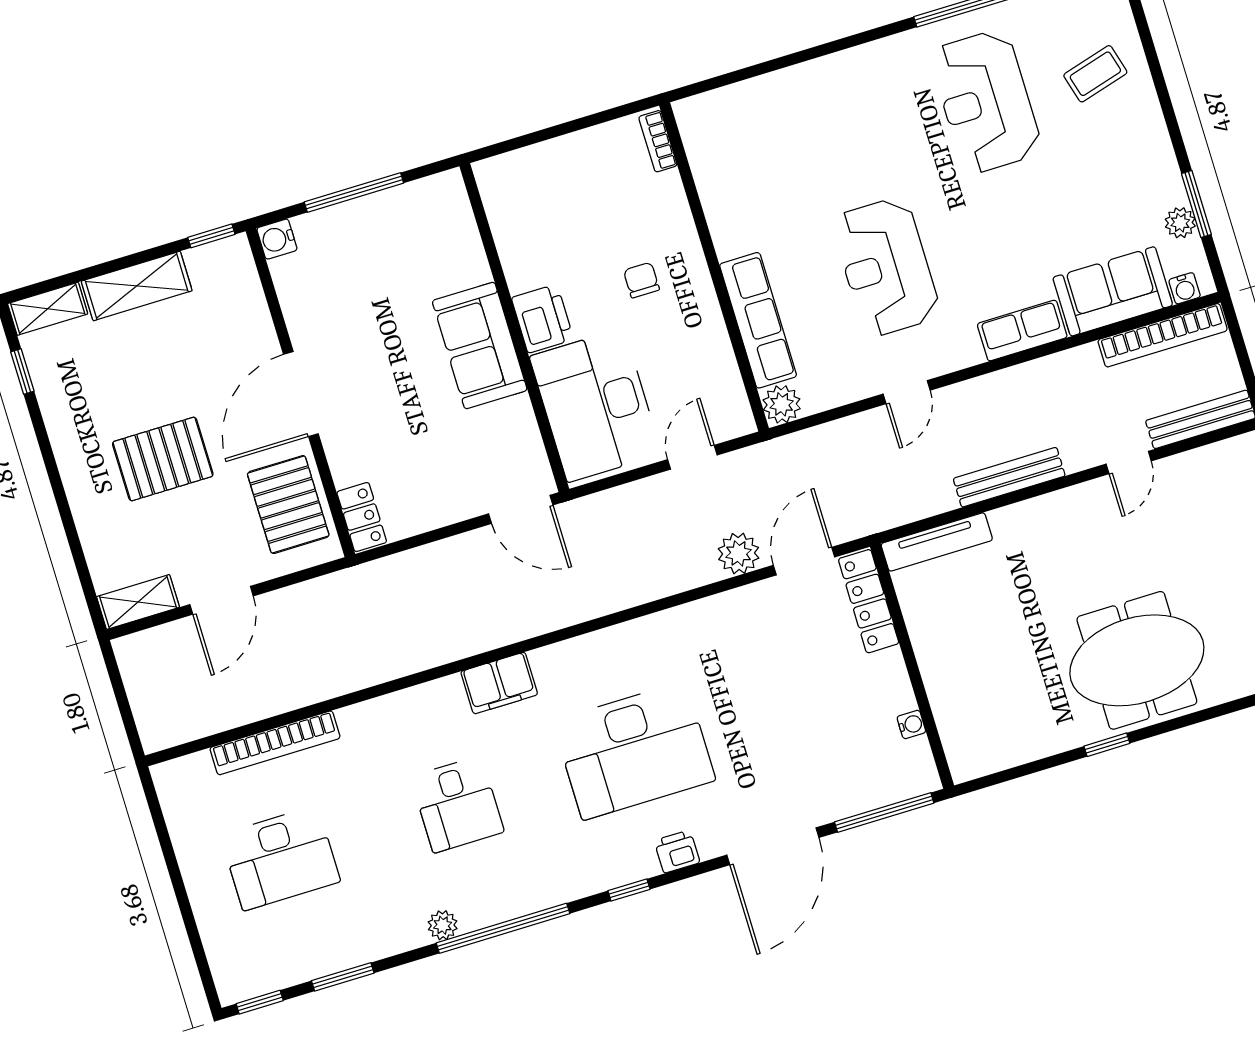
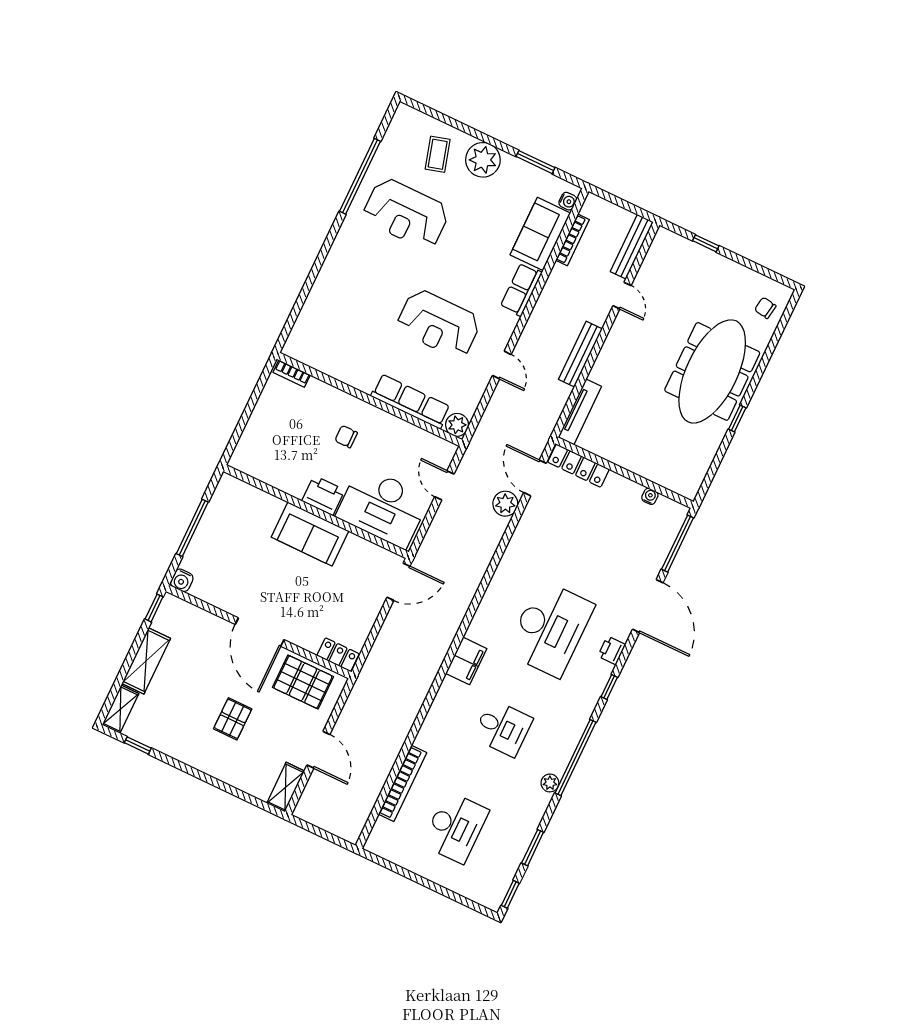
plant: (1180, 223) -> (483, 160), moved, width x1.87, depth x1.87
bookcase: (1163, 335) -> (572, 240), width x0.68, depth x0.76
pallet: (163, 459) -> (233, 719), width x0.67, depth x0.71
meeting table: (1137, 660) -> (712, 371), width x1.36

